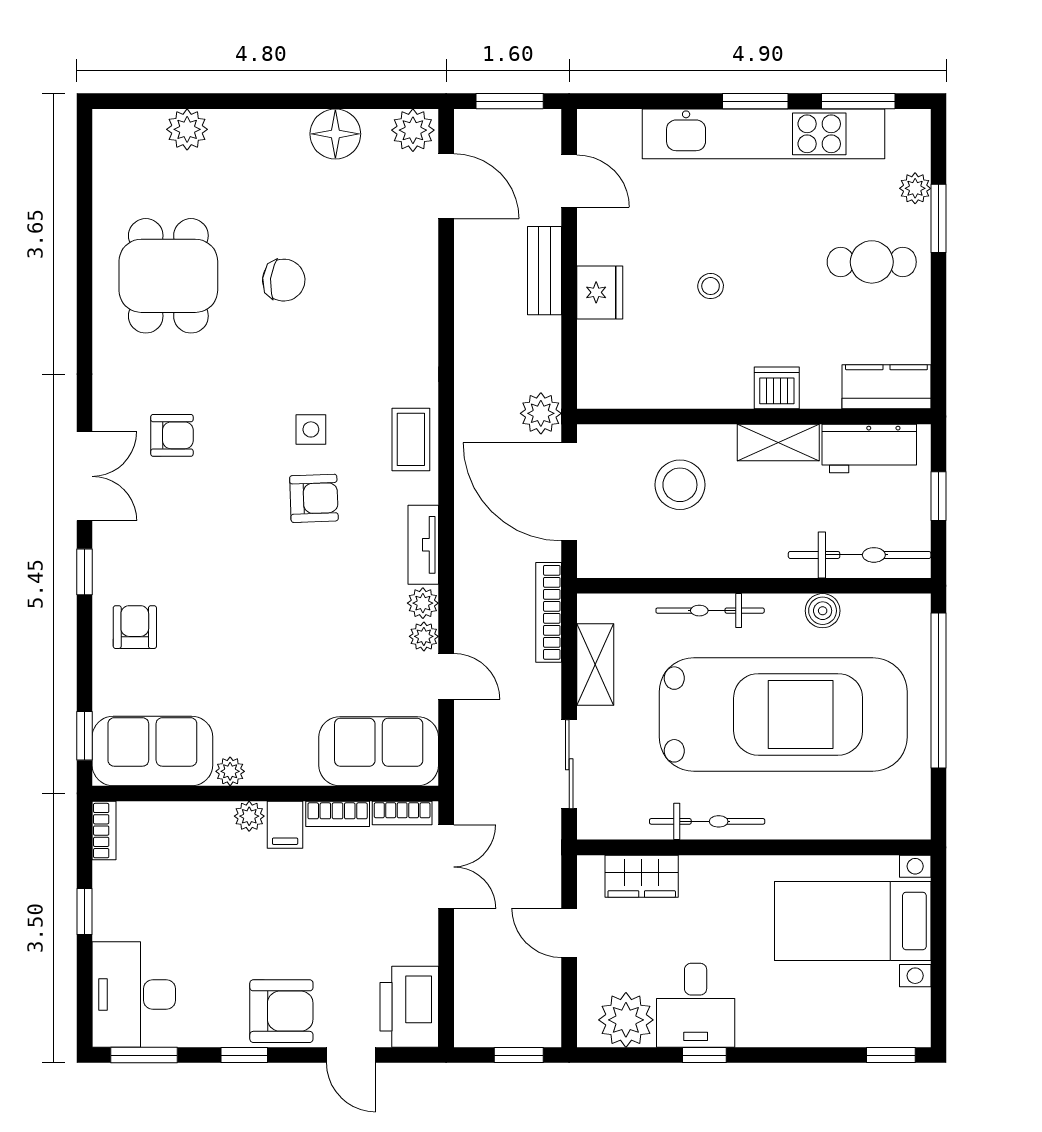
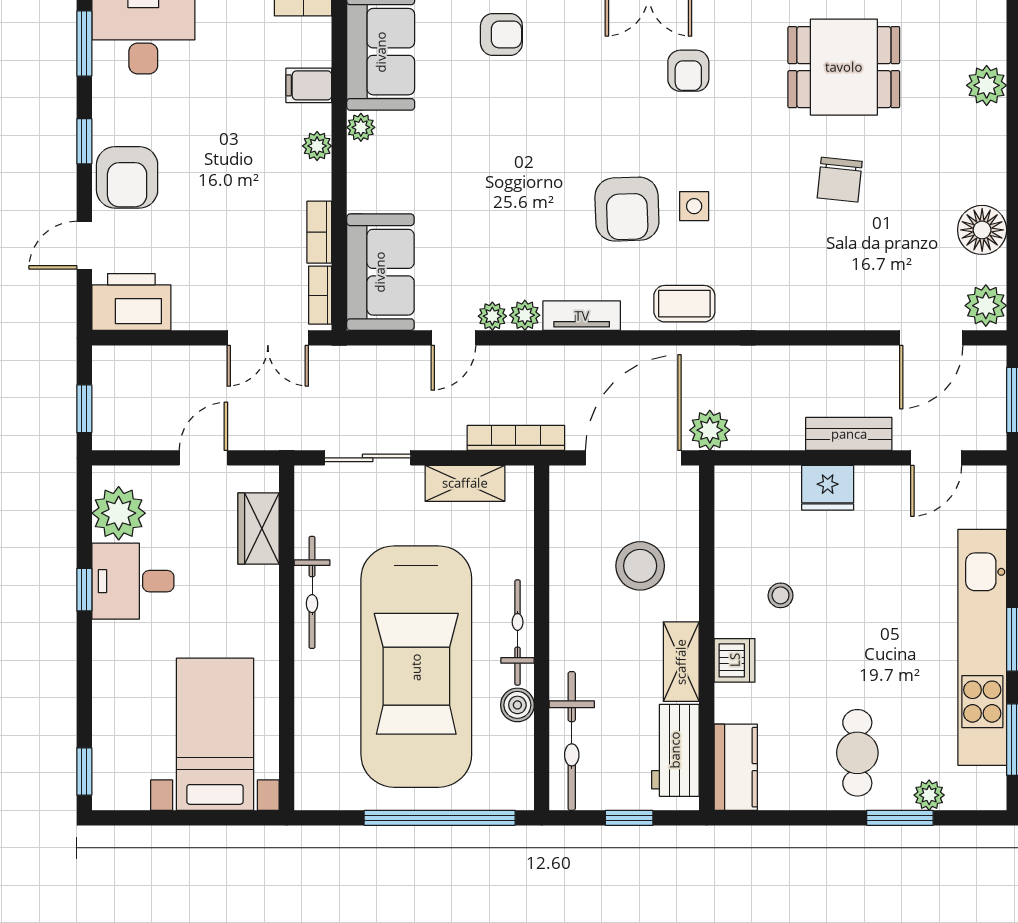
stool: (711, 286) -> (781, 595), moved
armchair: (314, 498) -> (627, 209), width x1.38, depth x1.38
bicycle: (710, 611) -> (518, 632), moved
filing cabinet: (285, 825) -> (309, 85), moved

